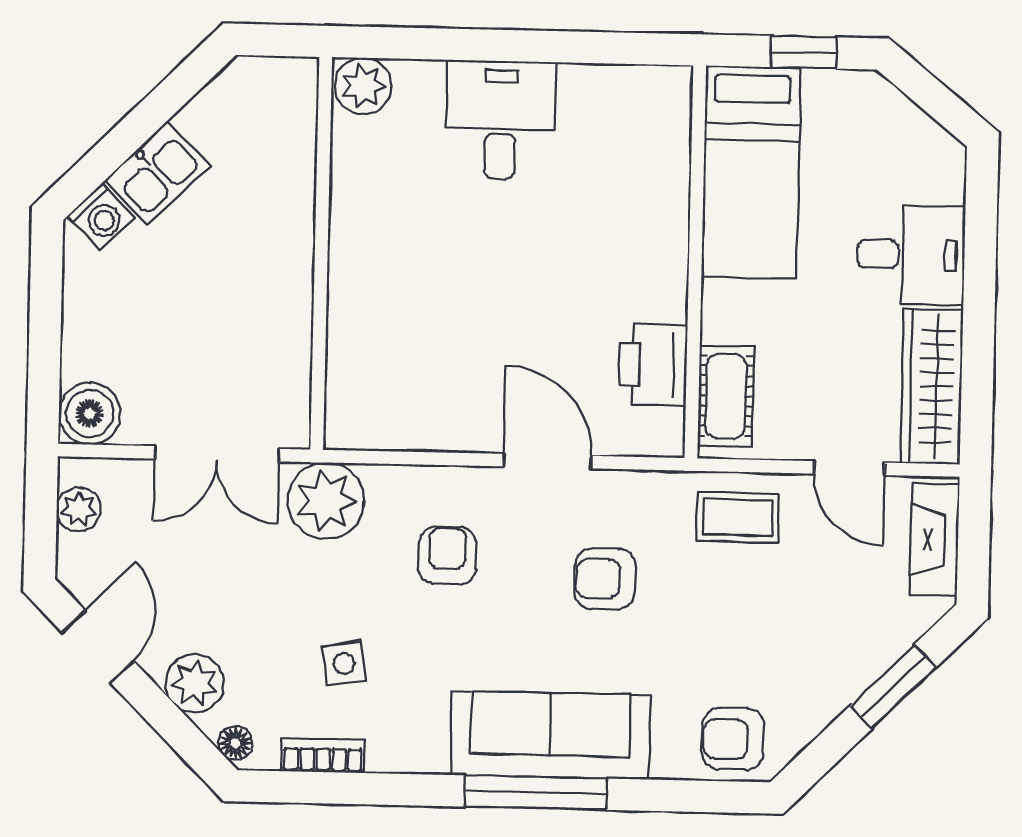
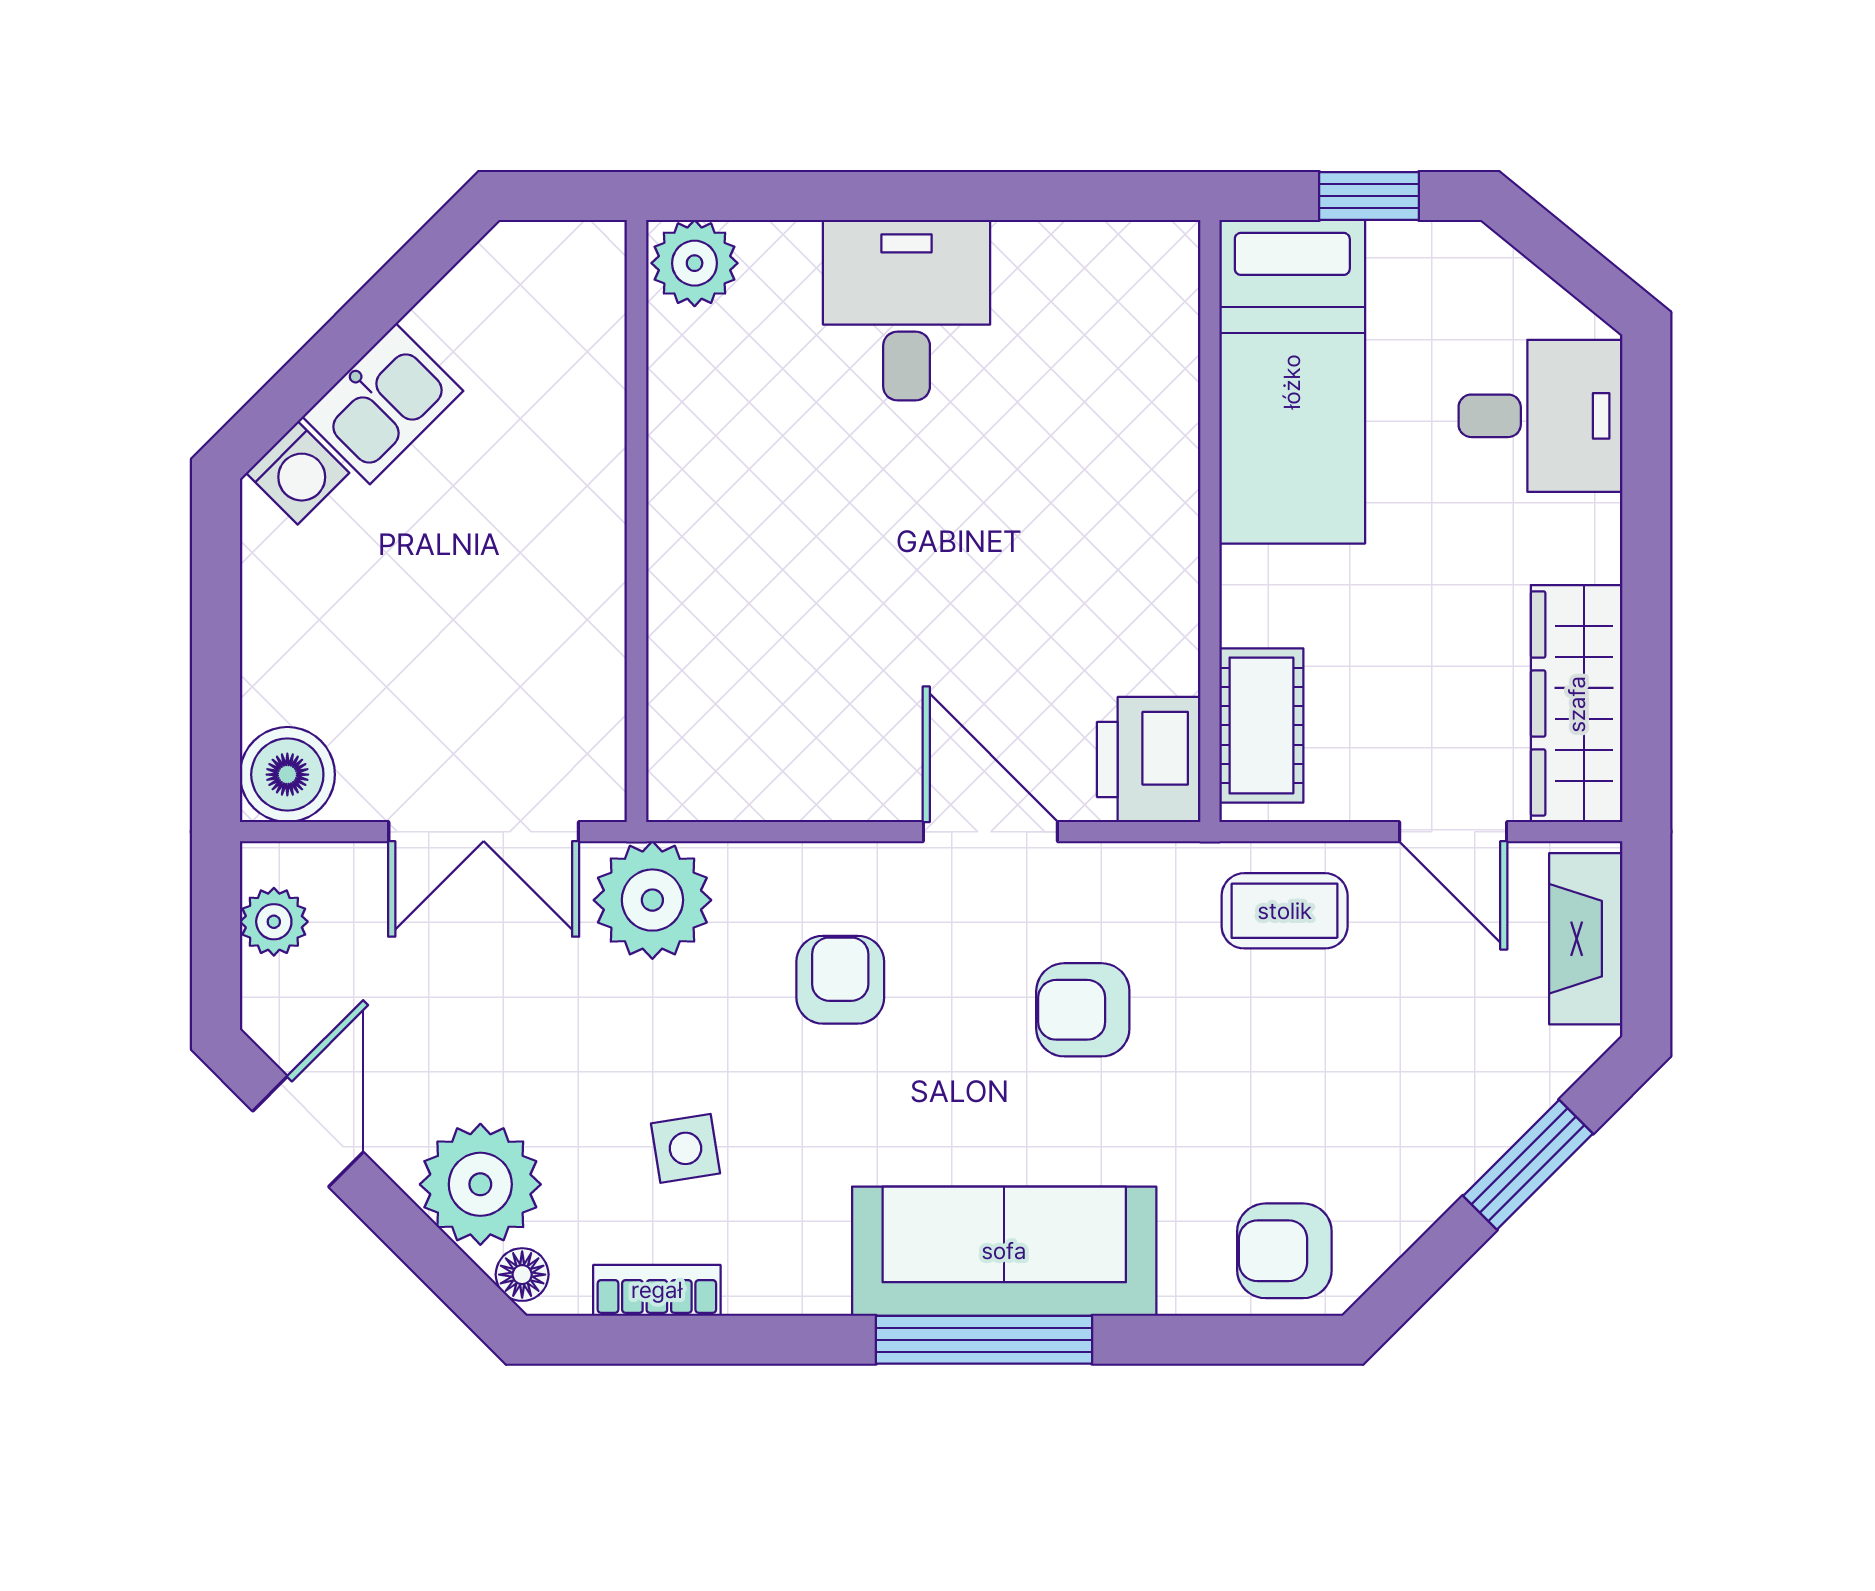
desk: (911, 255) -> (1540, 416), moved
printer: (653, 365) -> (1149, 760), moved
plant: (195, 683) -> (480, 1184), width x1.36, depth x1.36

